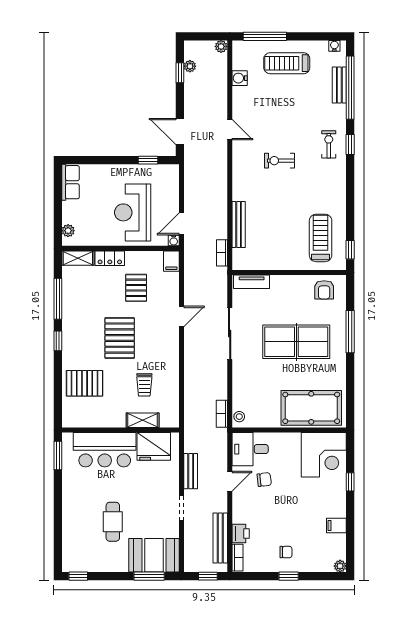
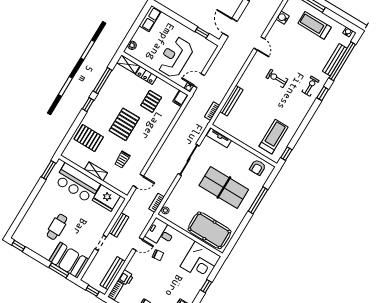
bench: (339, 85) -> (335, 60), width x1.36
door: (181, 316) -> (138, 181), moved
shelving: (143, 420) -> (96, 171), moved

